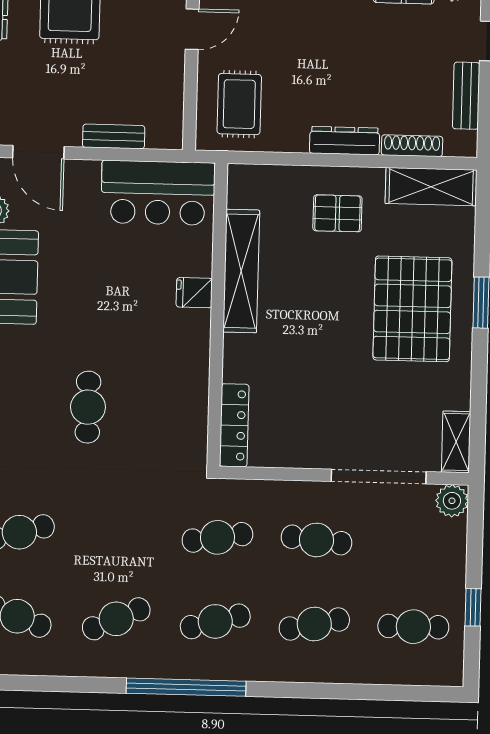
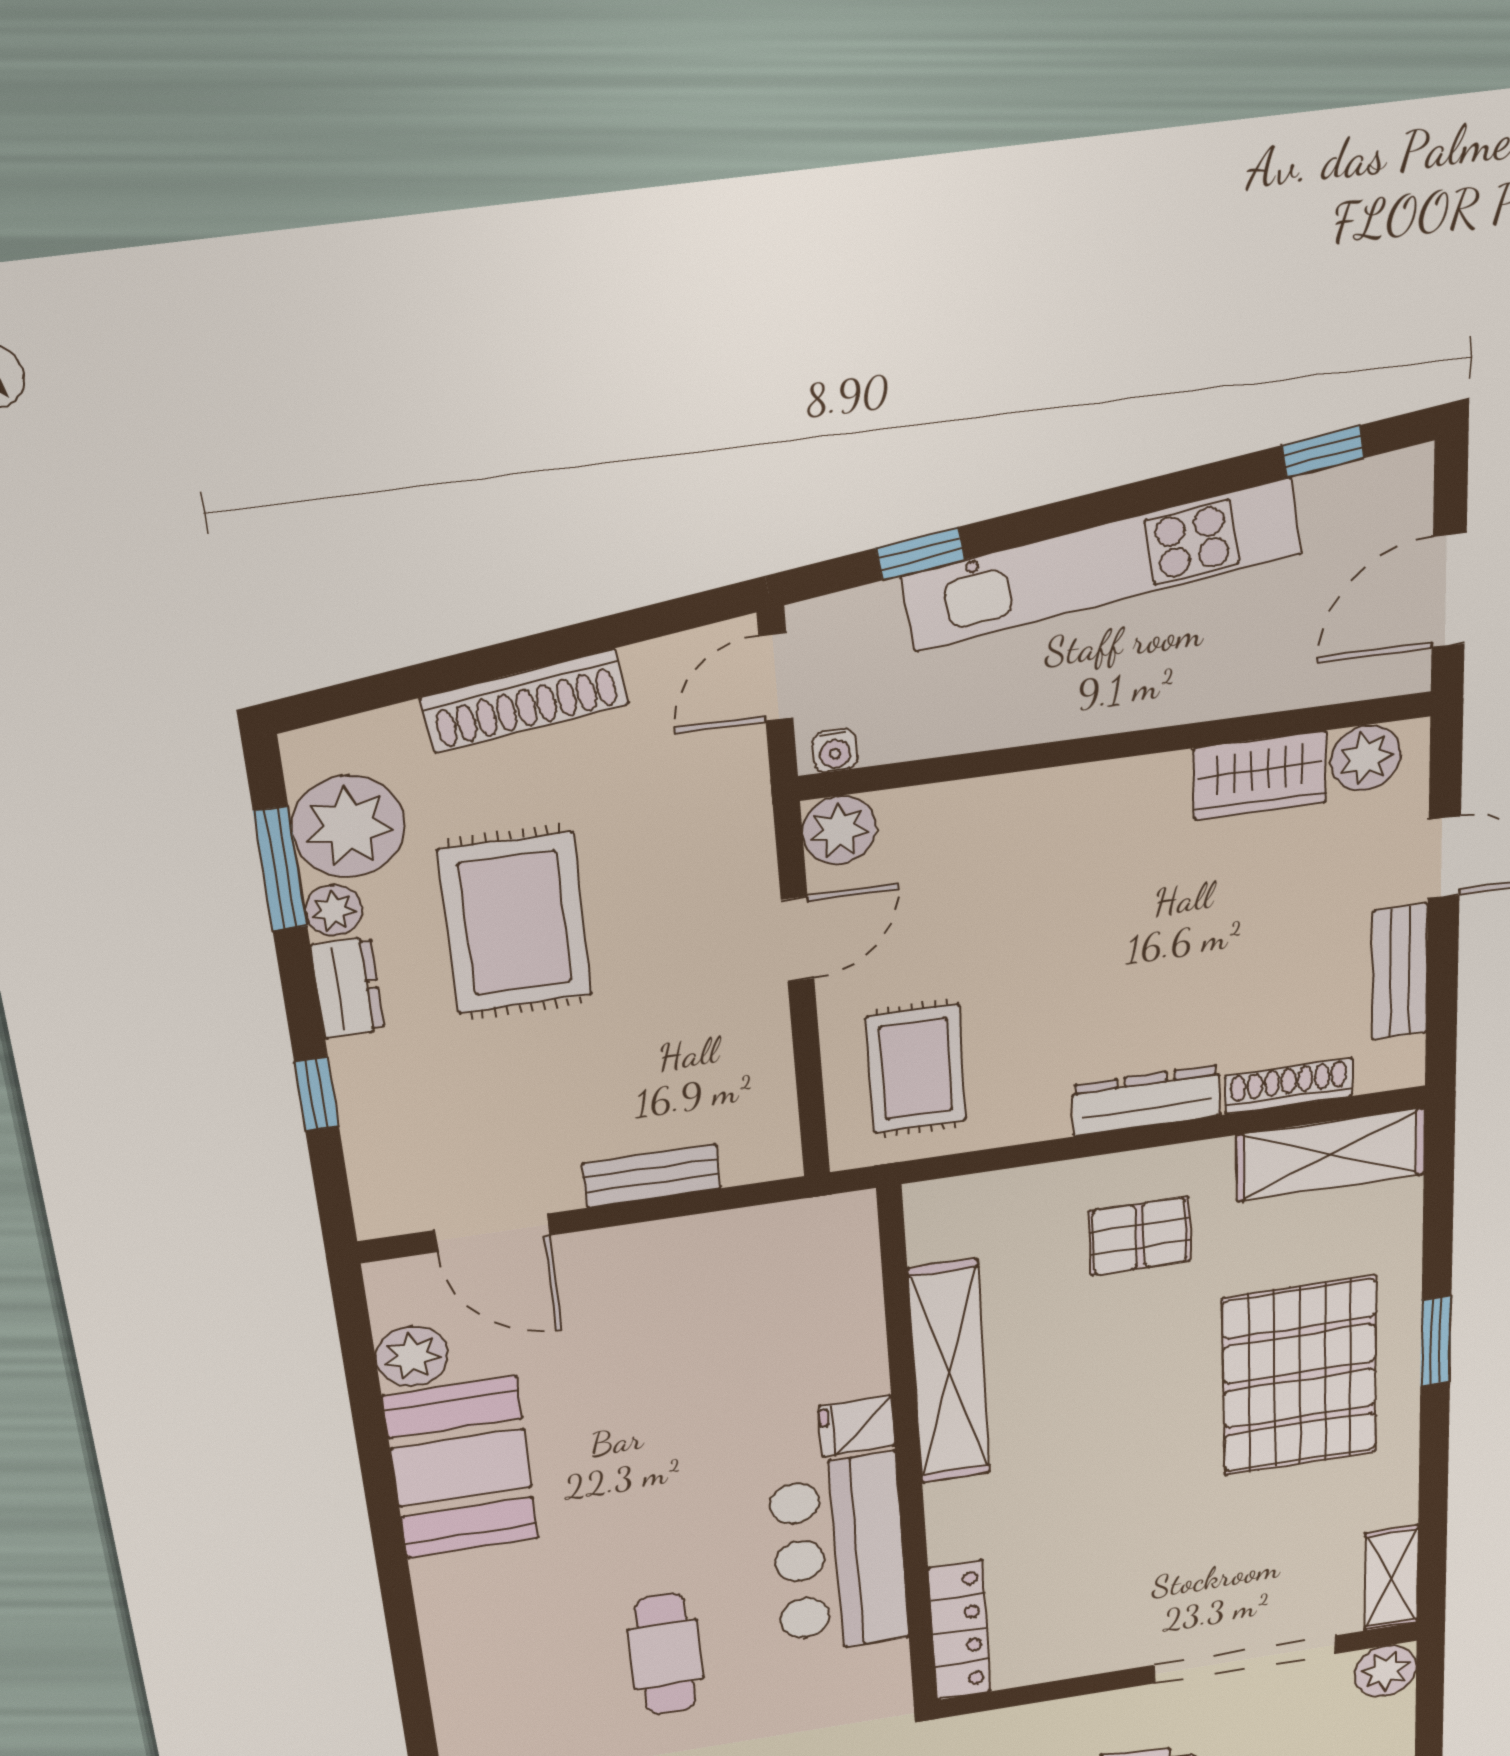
bar counter: (158, 193) -> (839, 1555), moved, turned 90

